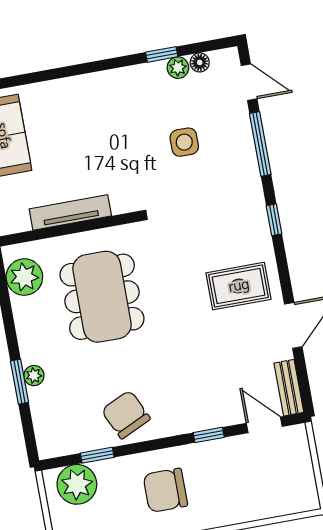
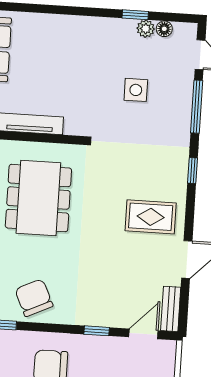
door: (264, 425) -> (143, 334), hinge flipped

